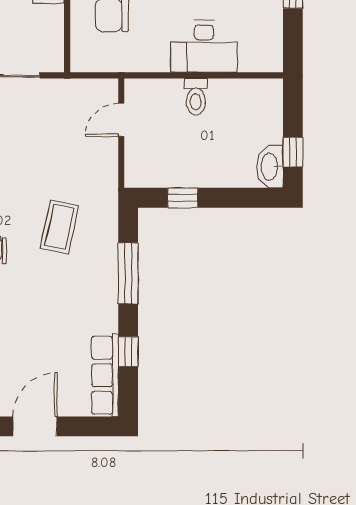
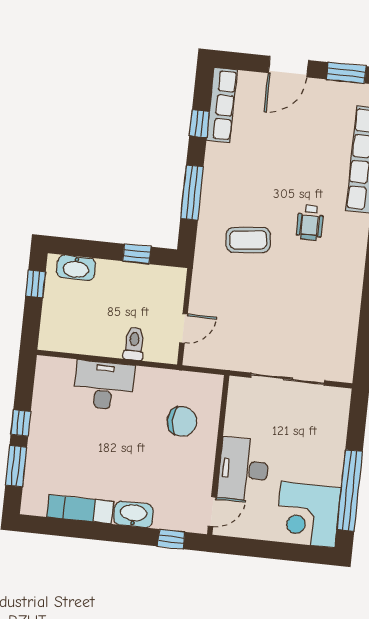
toilet: (196, 97) -> (134, 344), moved
washbasin: (270, 167) -> (76, 268), moved, turned 90
coffee table: (59, 227) -> (248, 240), turned 72

